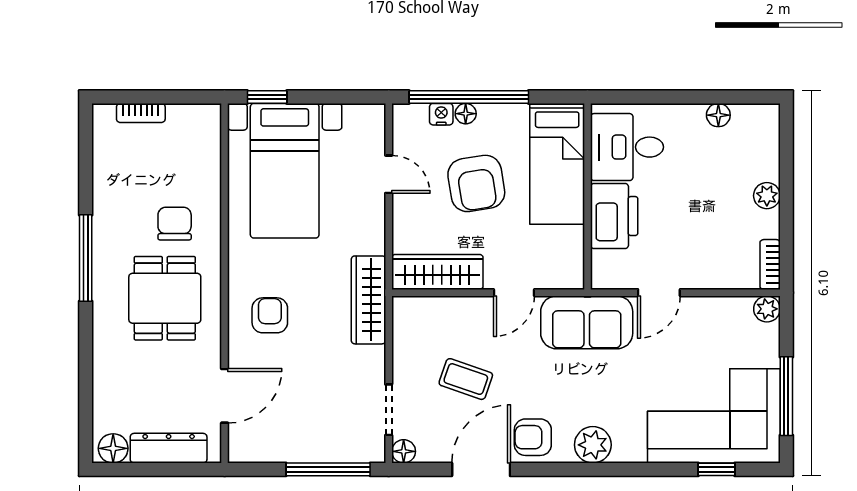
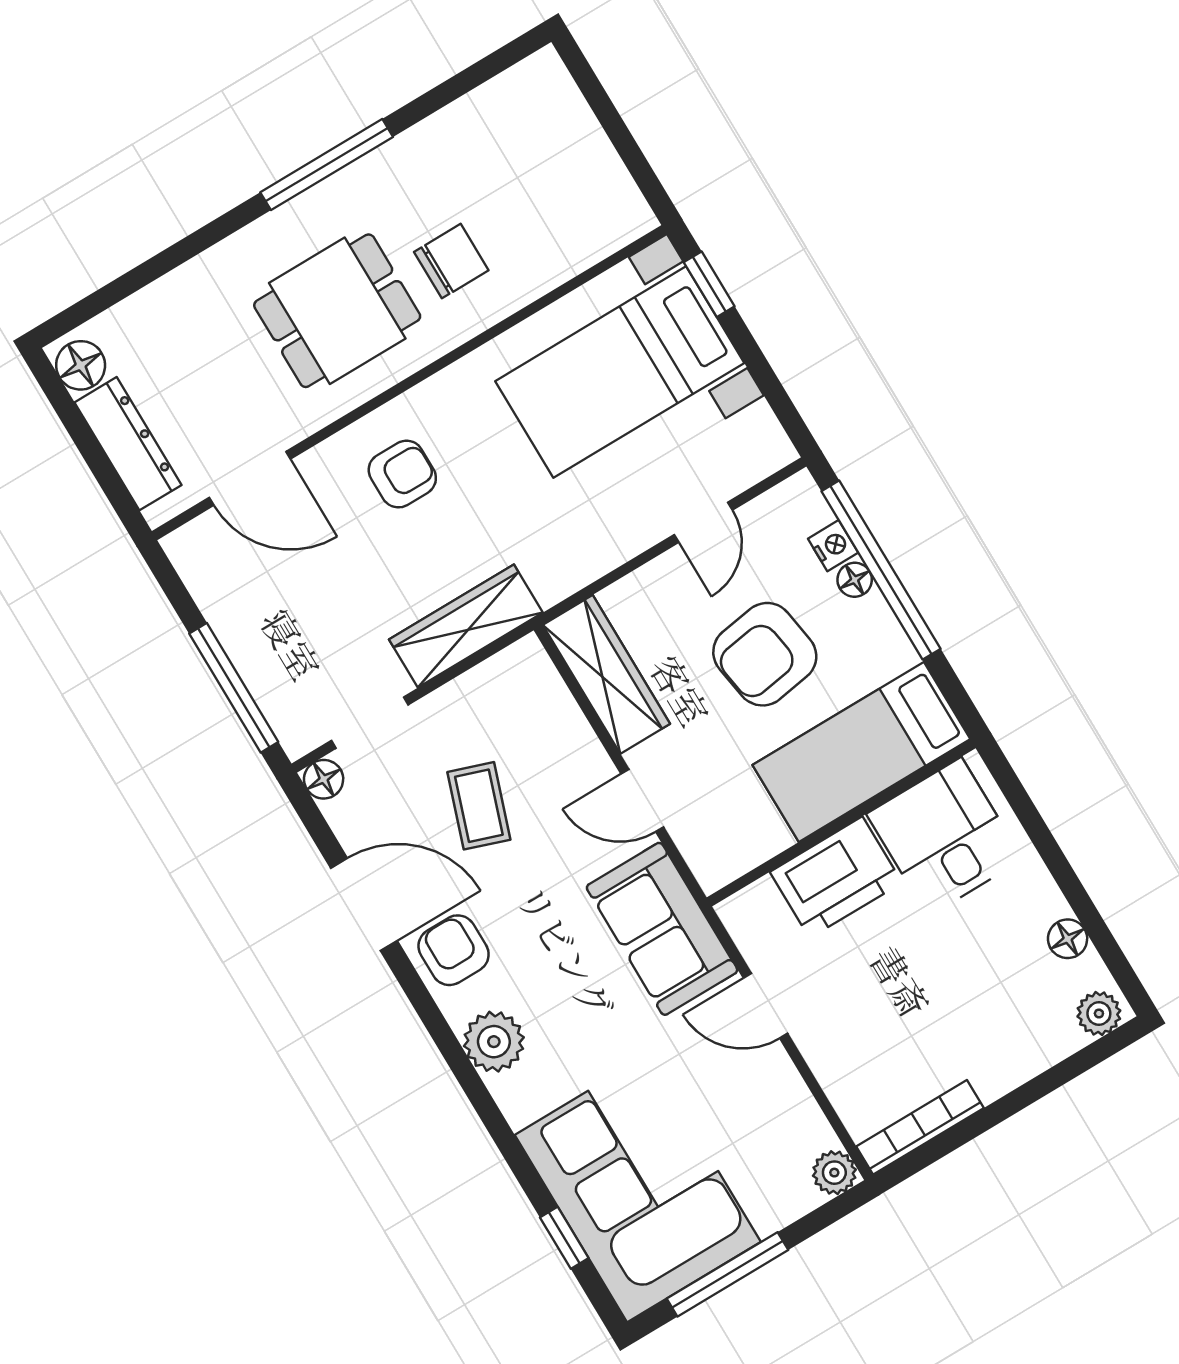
bookcase: (141, 113) -> (579, 119), removed
plant: (767, 196) -> (1099, 1014), moved
bookcase: (770, 264) -> (920, 1127), width x1.56
wardrobe: (368, 300) -> (466, 626), moved

